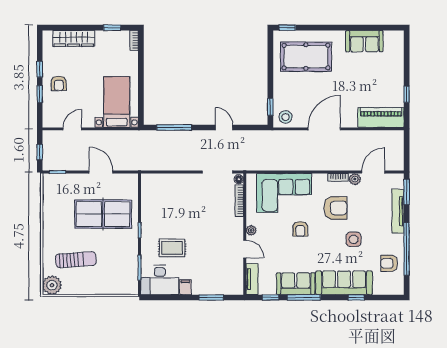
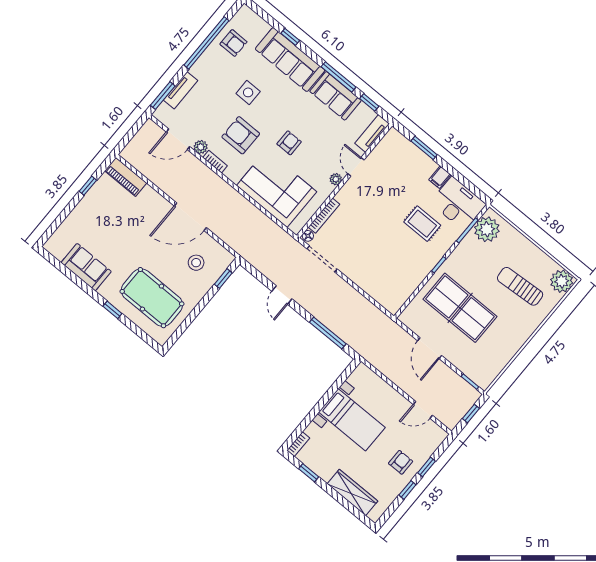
window: (287, 28) -> (112, 310), moved
bed with nightstands: (117, 102) -> (352, 420), moved, turned -90
stool: (286, 117) -> (196, 263), moved
piano: (381, 118) -> (126, 177), width x0.73, depth x0.75
tv unit: (398, 211) -> (181, 90), width x0.71
plant: (128, 279) -> (487, 229), added

